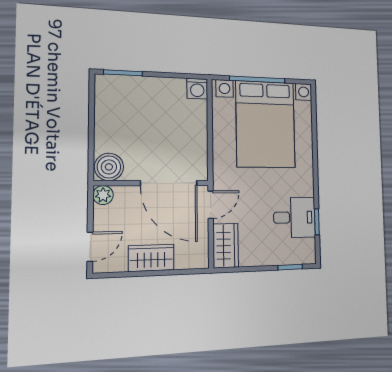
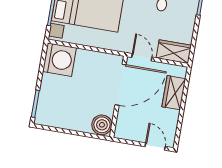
washing machine: (197, 89) -> (59, 60), width x1.89, depth x1.89
plant: (103, 195) -> (121, 132), removed
wardrobe: (151, 258) -> (174, 93), moved

